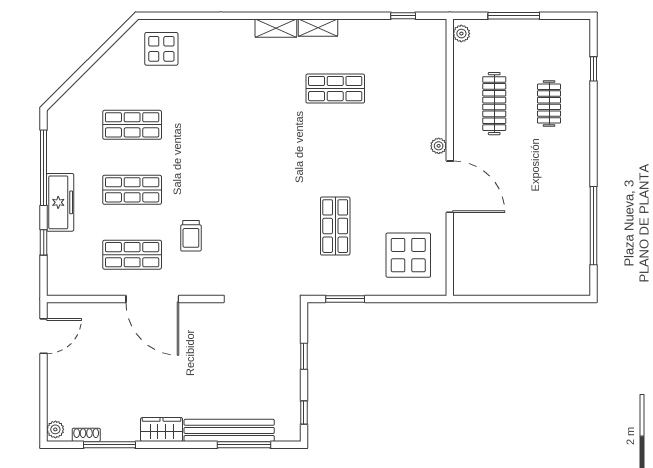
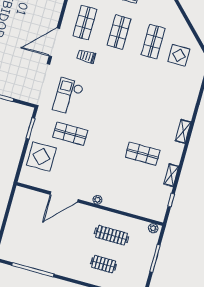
shelving: (318, 28) -> (171, 175), moved
display table: (161, 49) -> (179, 55), moved
shop shelf: (335, 89) -> (143, 154), turned 90
door: (450, 187) -> (64, 197), moved
checkout: (271, 248) -> (68, 97), added
display table: (408, 255) -> (41, 157), moved
door: (152, 299) -> (54, 42), moved

